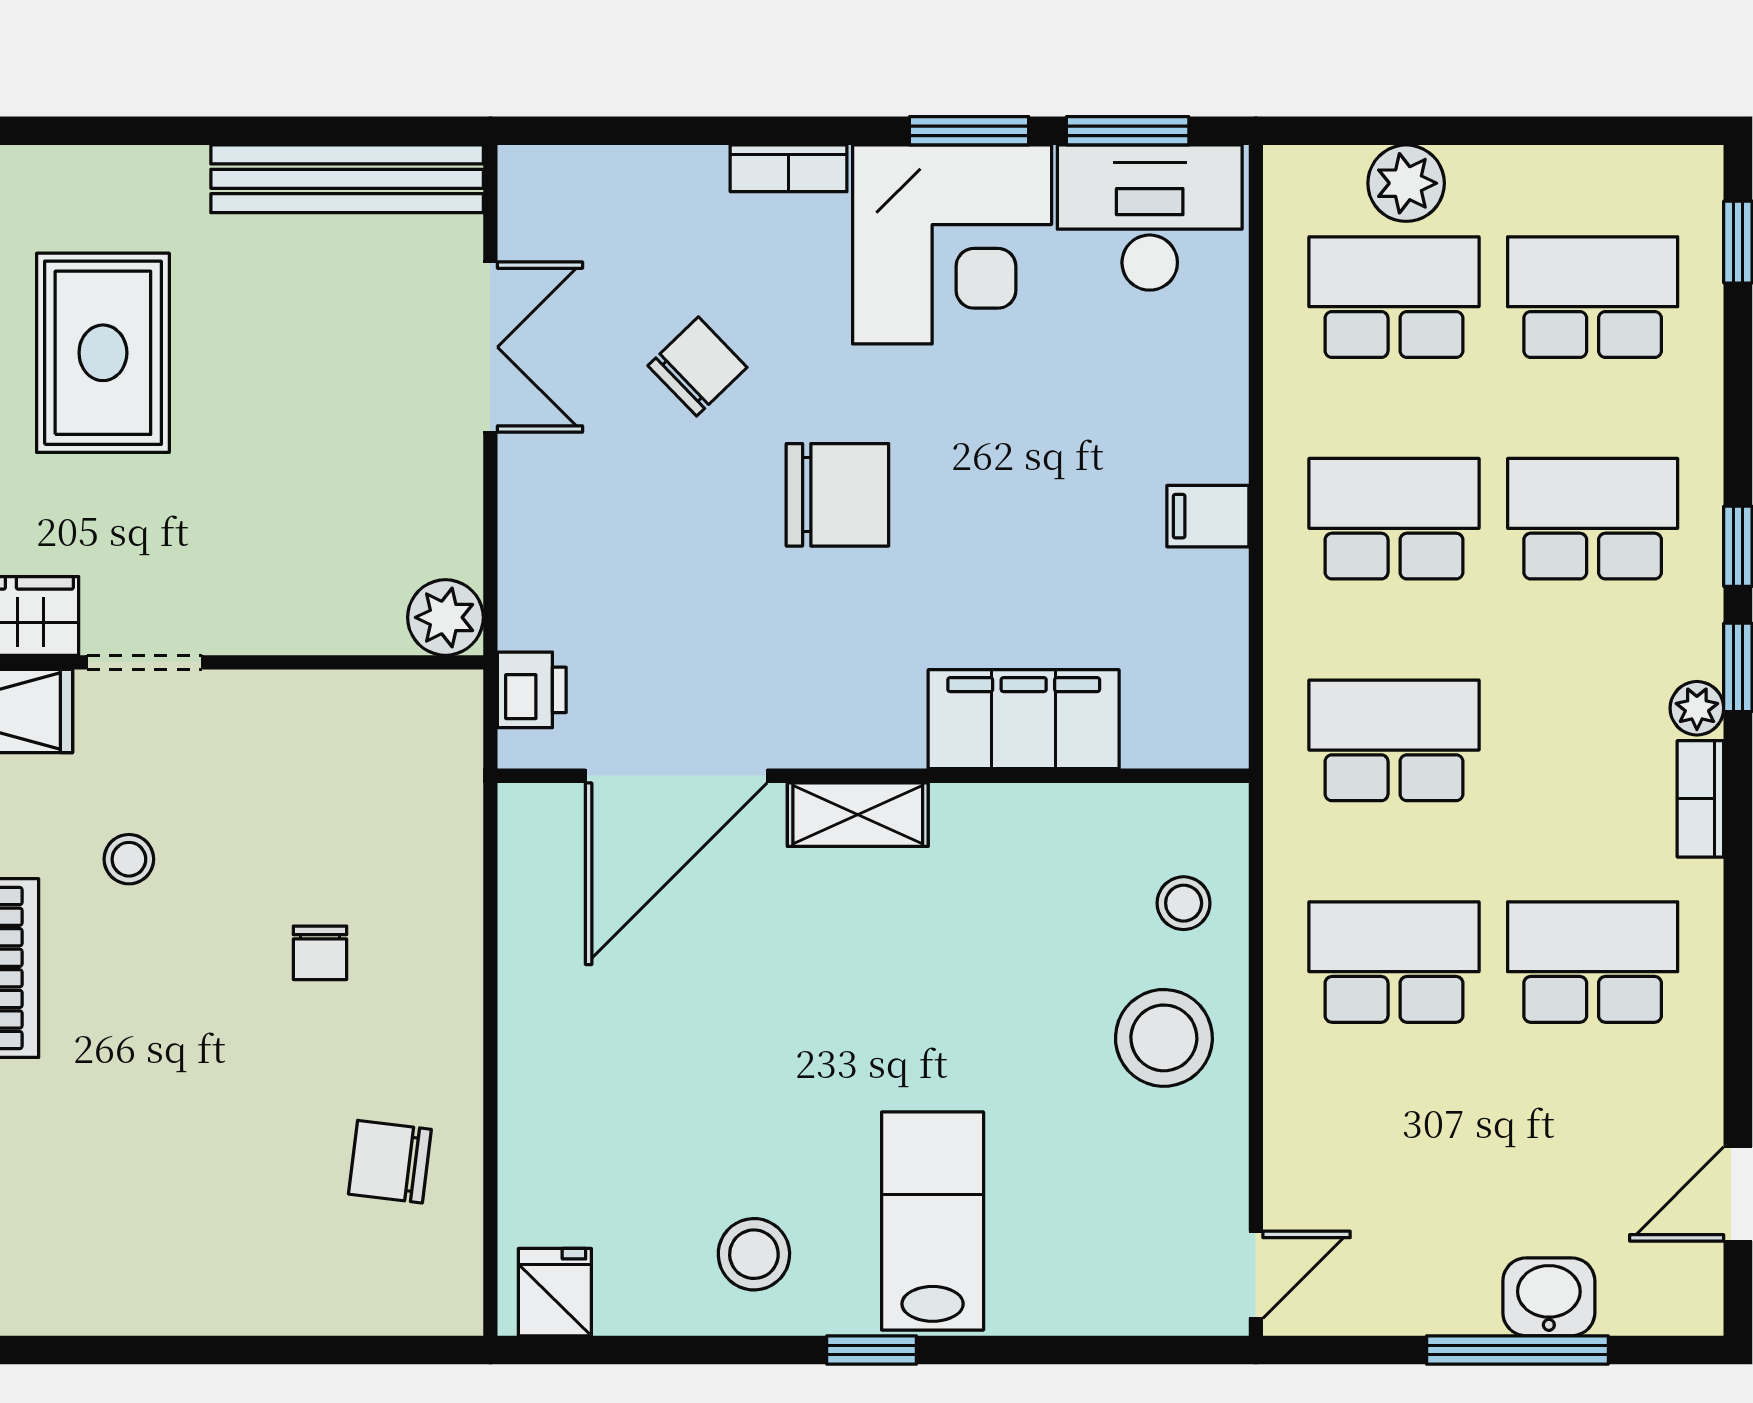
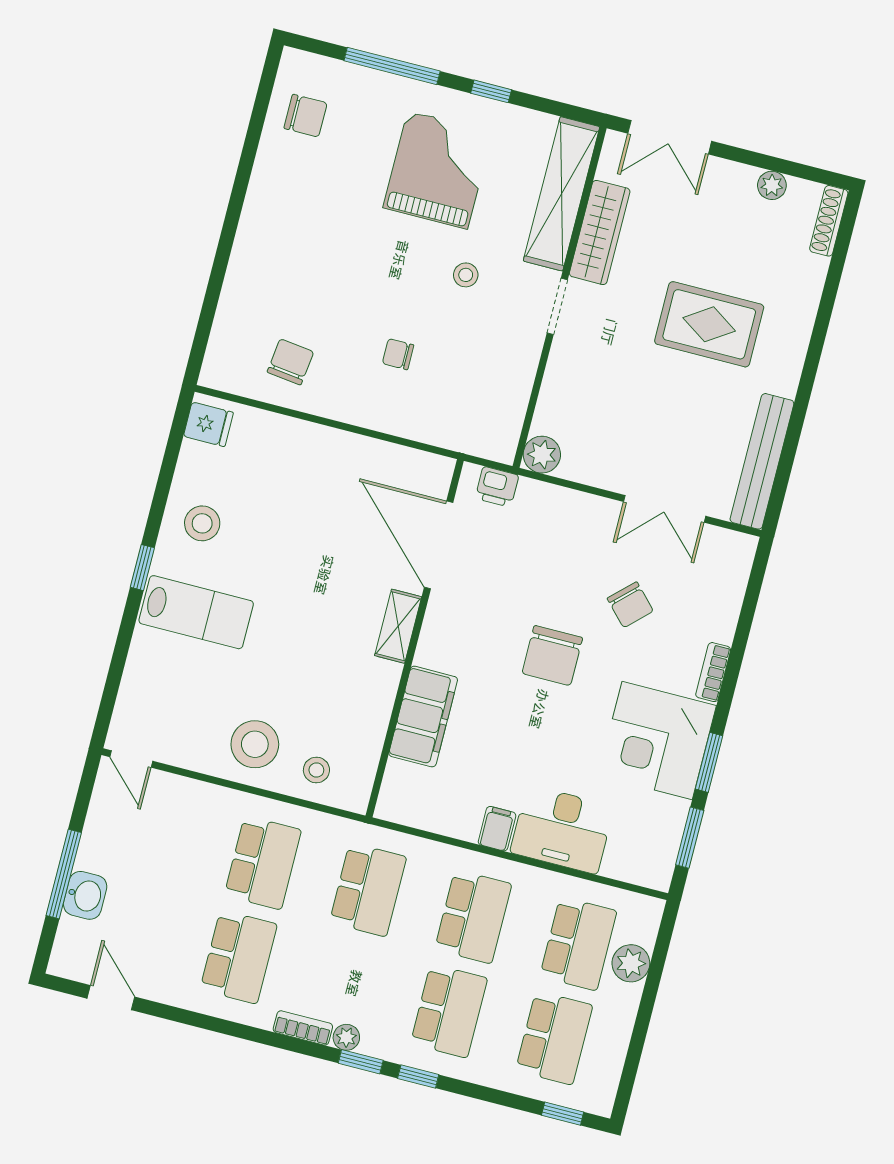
desk: (1150, 218) -> (562, 829), moved, turned 90

